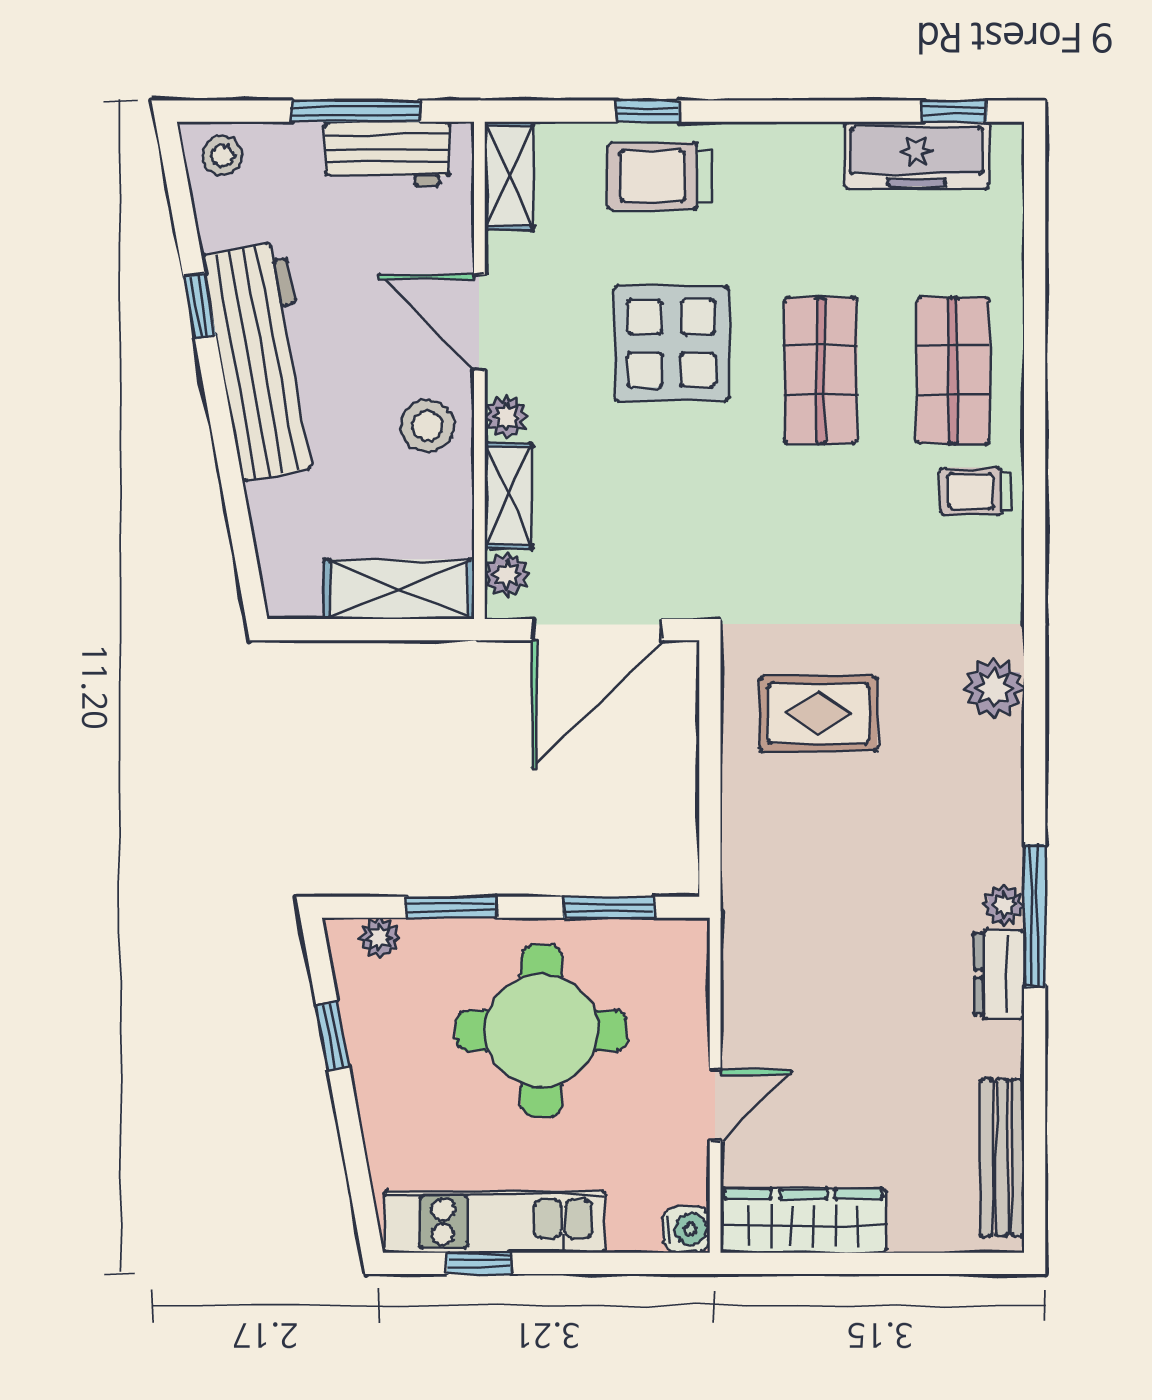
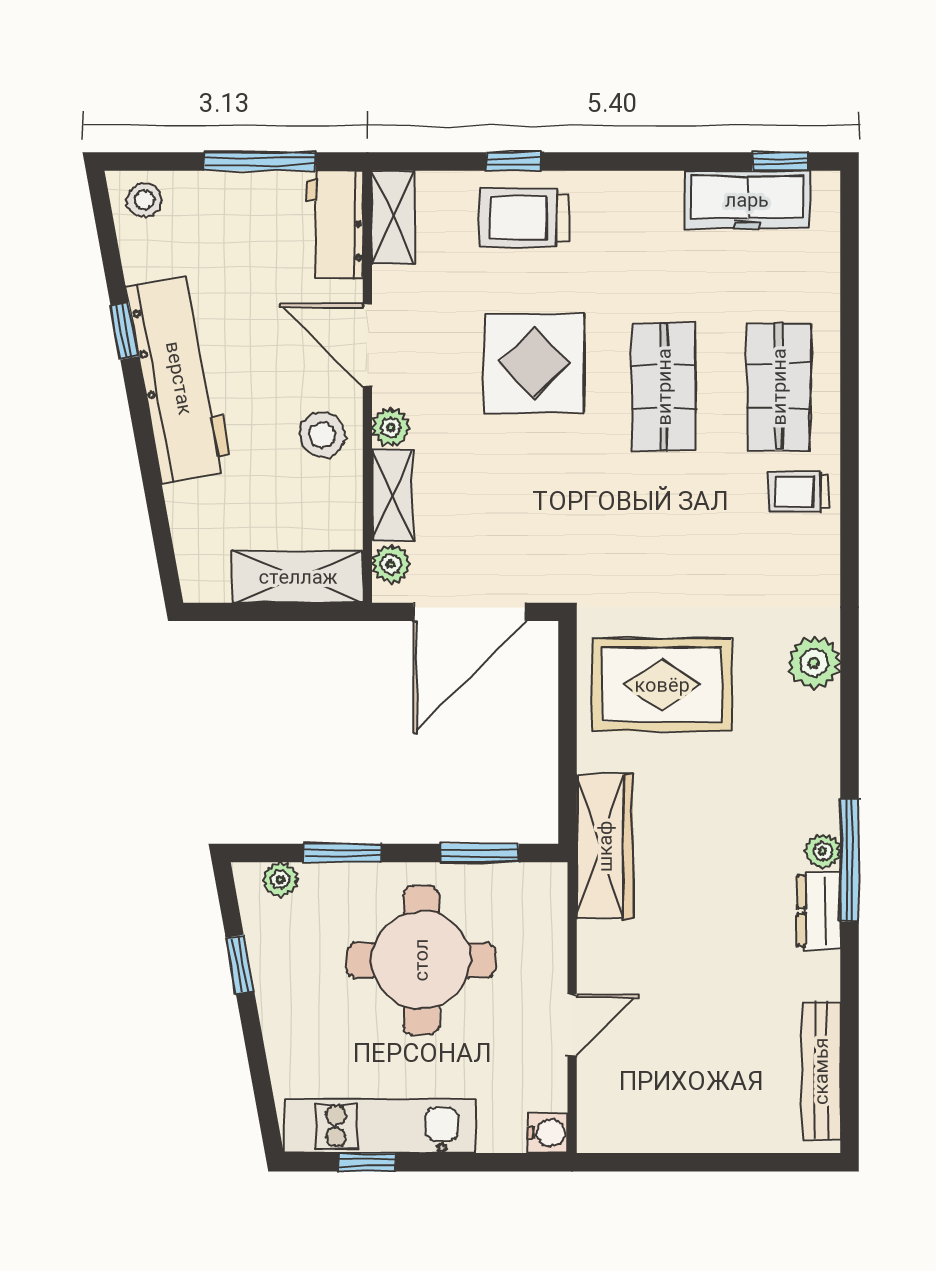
workbench: (387, 154) -> (335, 225), moved, turned 90
rug: (818, 713) -> (662, 685), width x1.36, depth x1.43
wardrobe: (803, 1221) -> (605, 846), moved, turned 90

